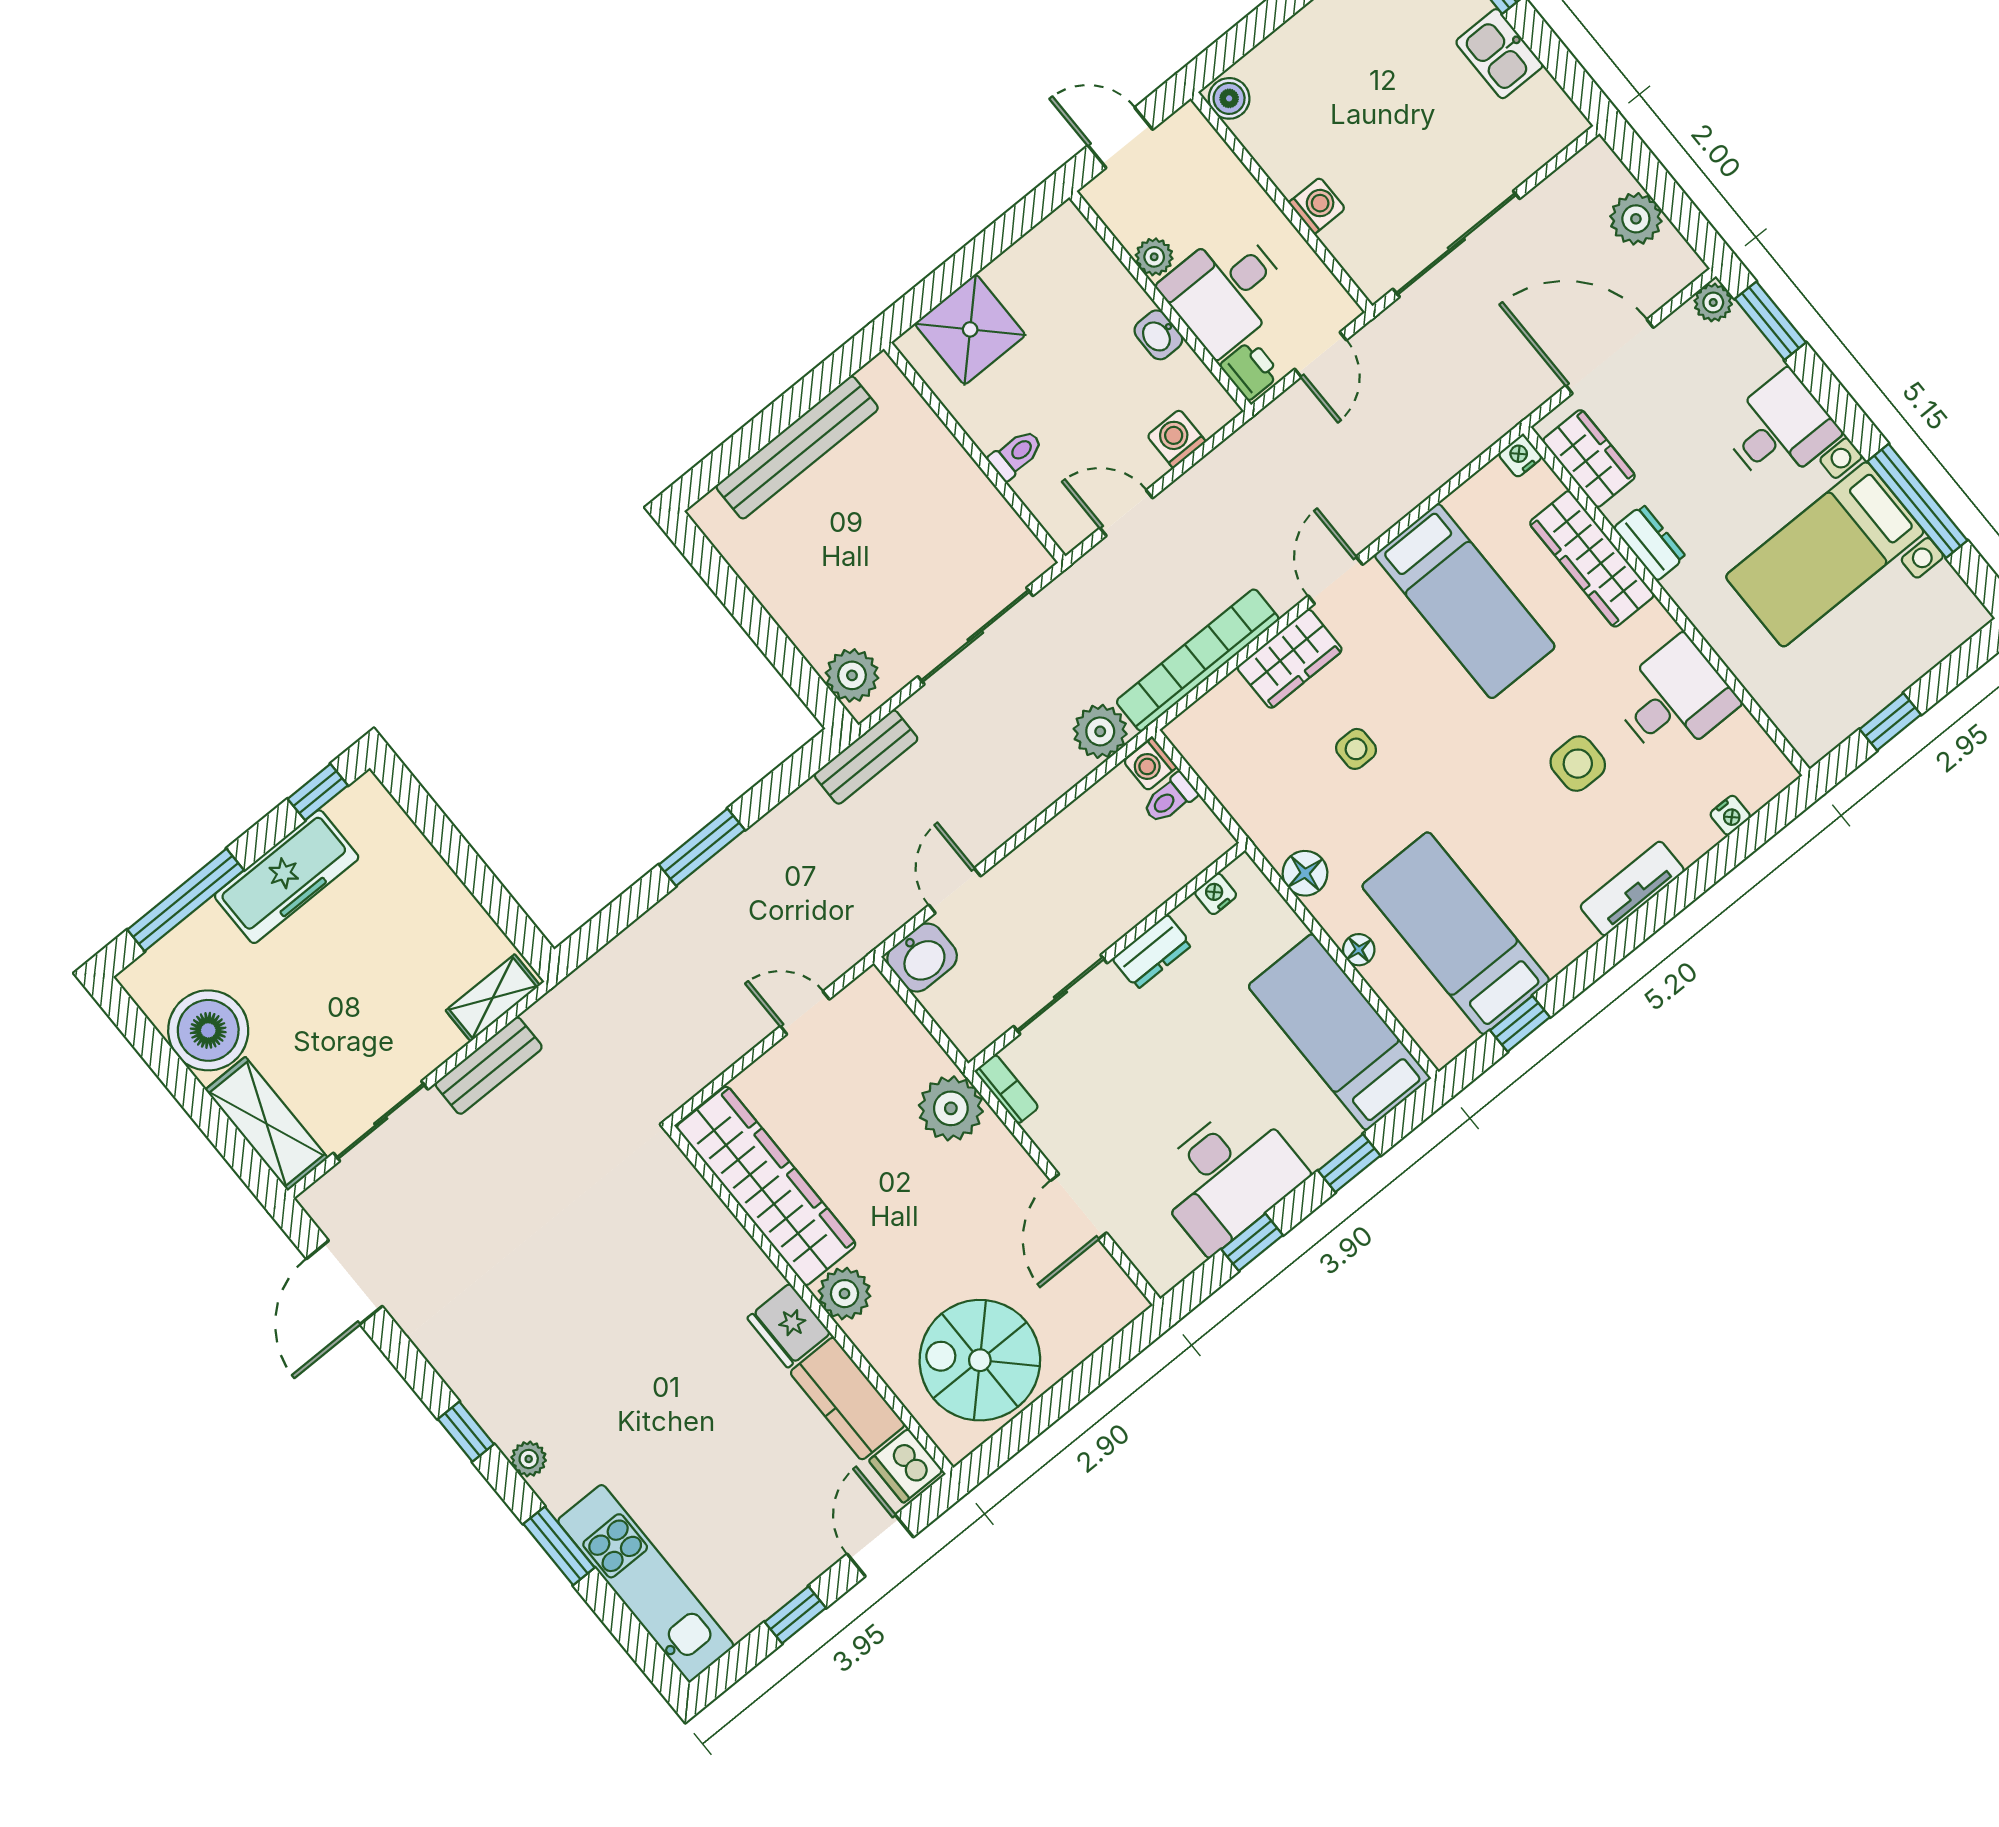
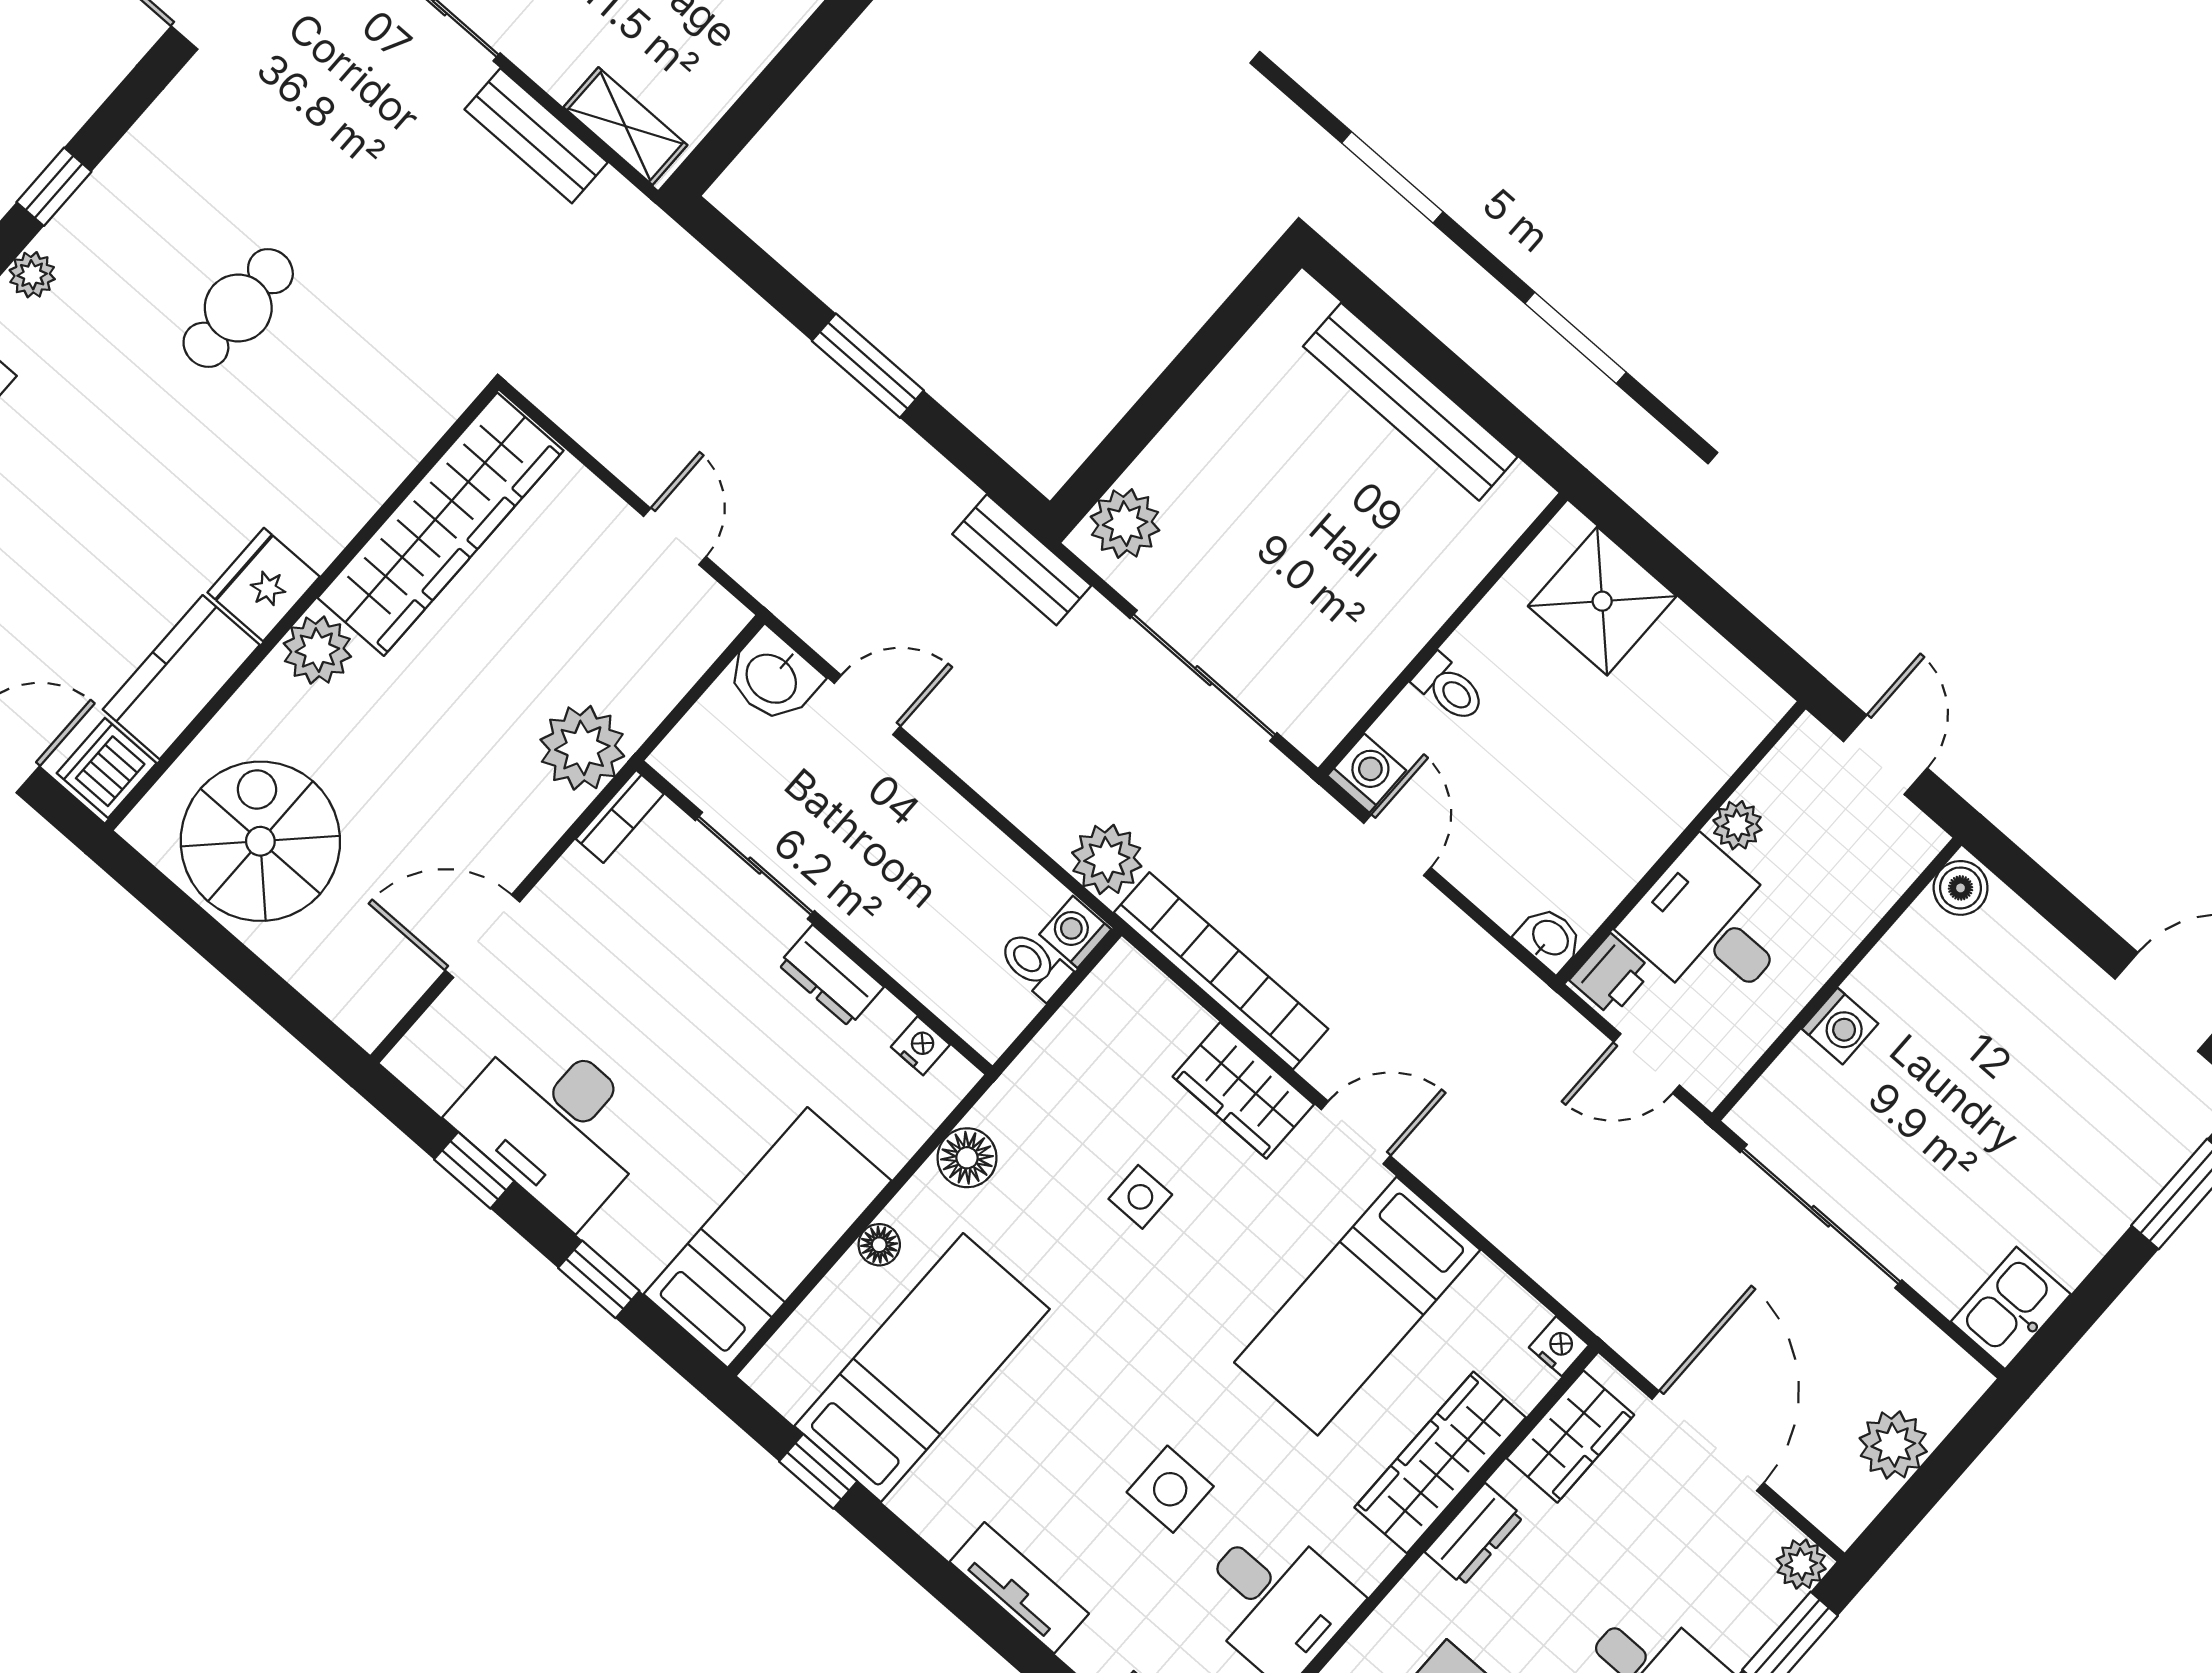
kitchen sink: (1499, 54) -> (2011, 1308), moved
washbasin: (1158, 335) -> (1550, 939), moved, turned 90
washing machine: (1176, 439) -> (1367, 773), moved
cafe table: (579, 1310) -> (238, 308), added

